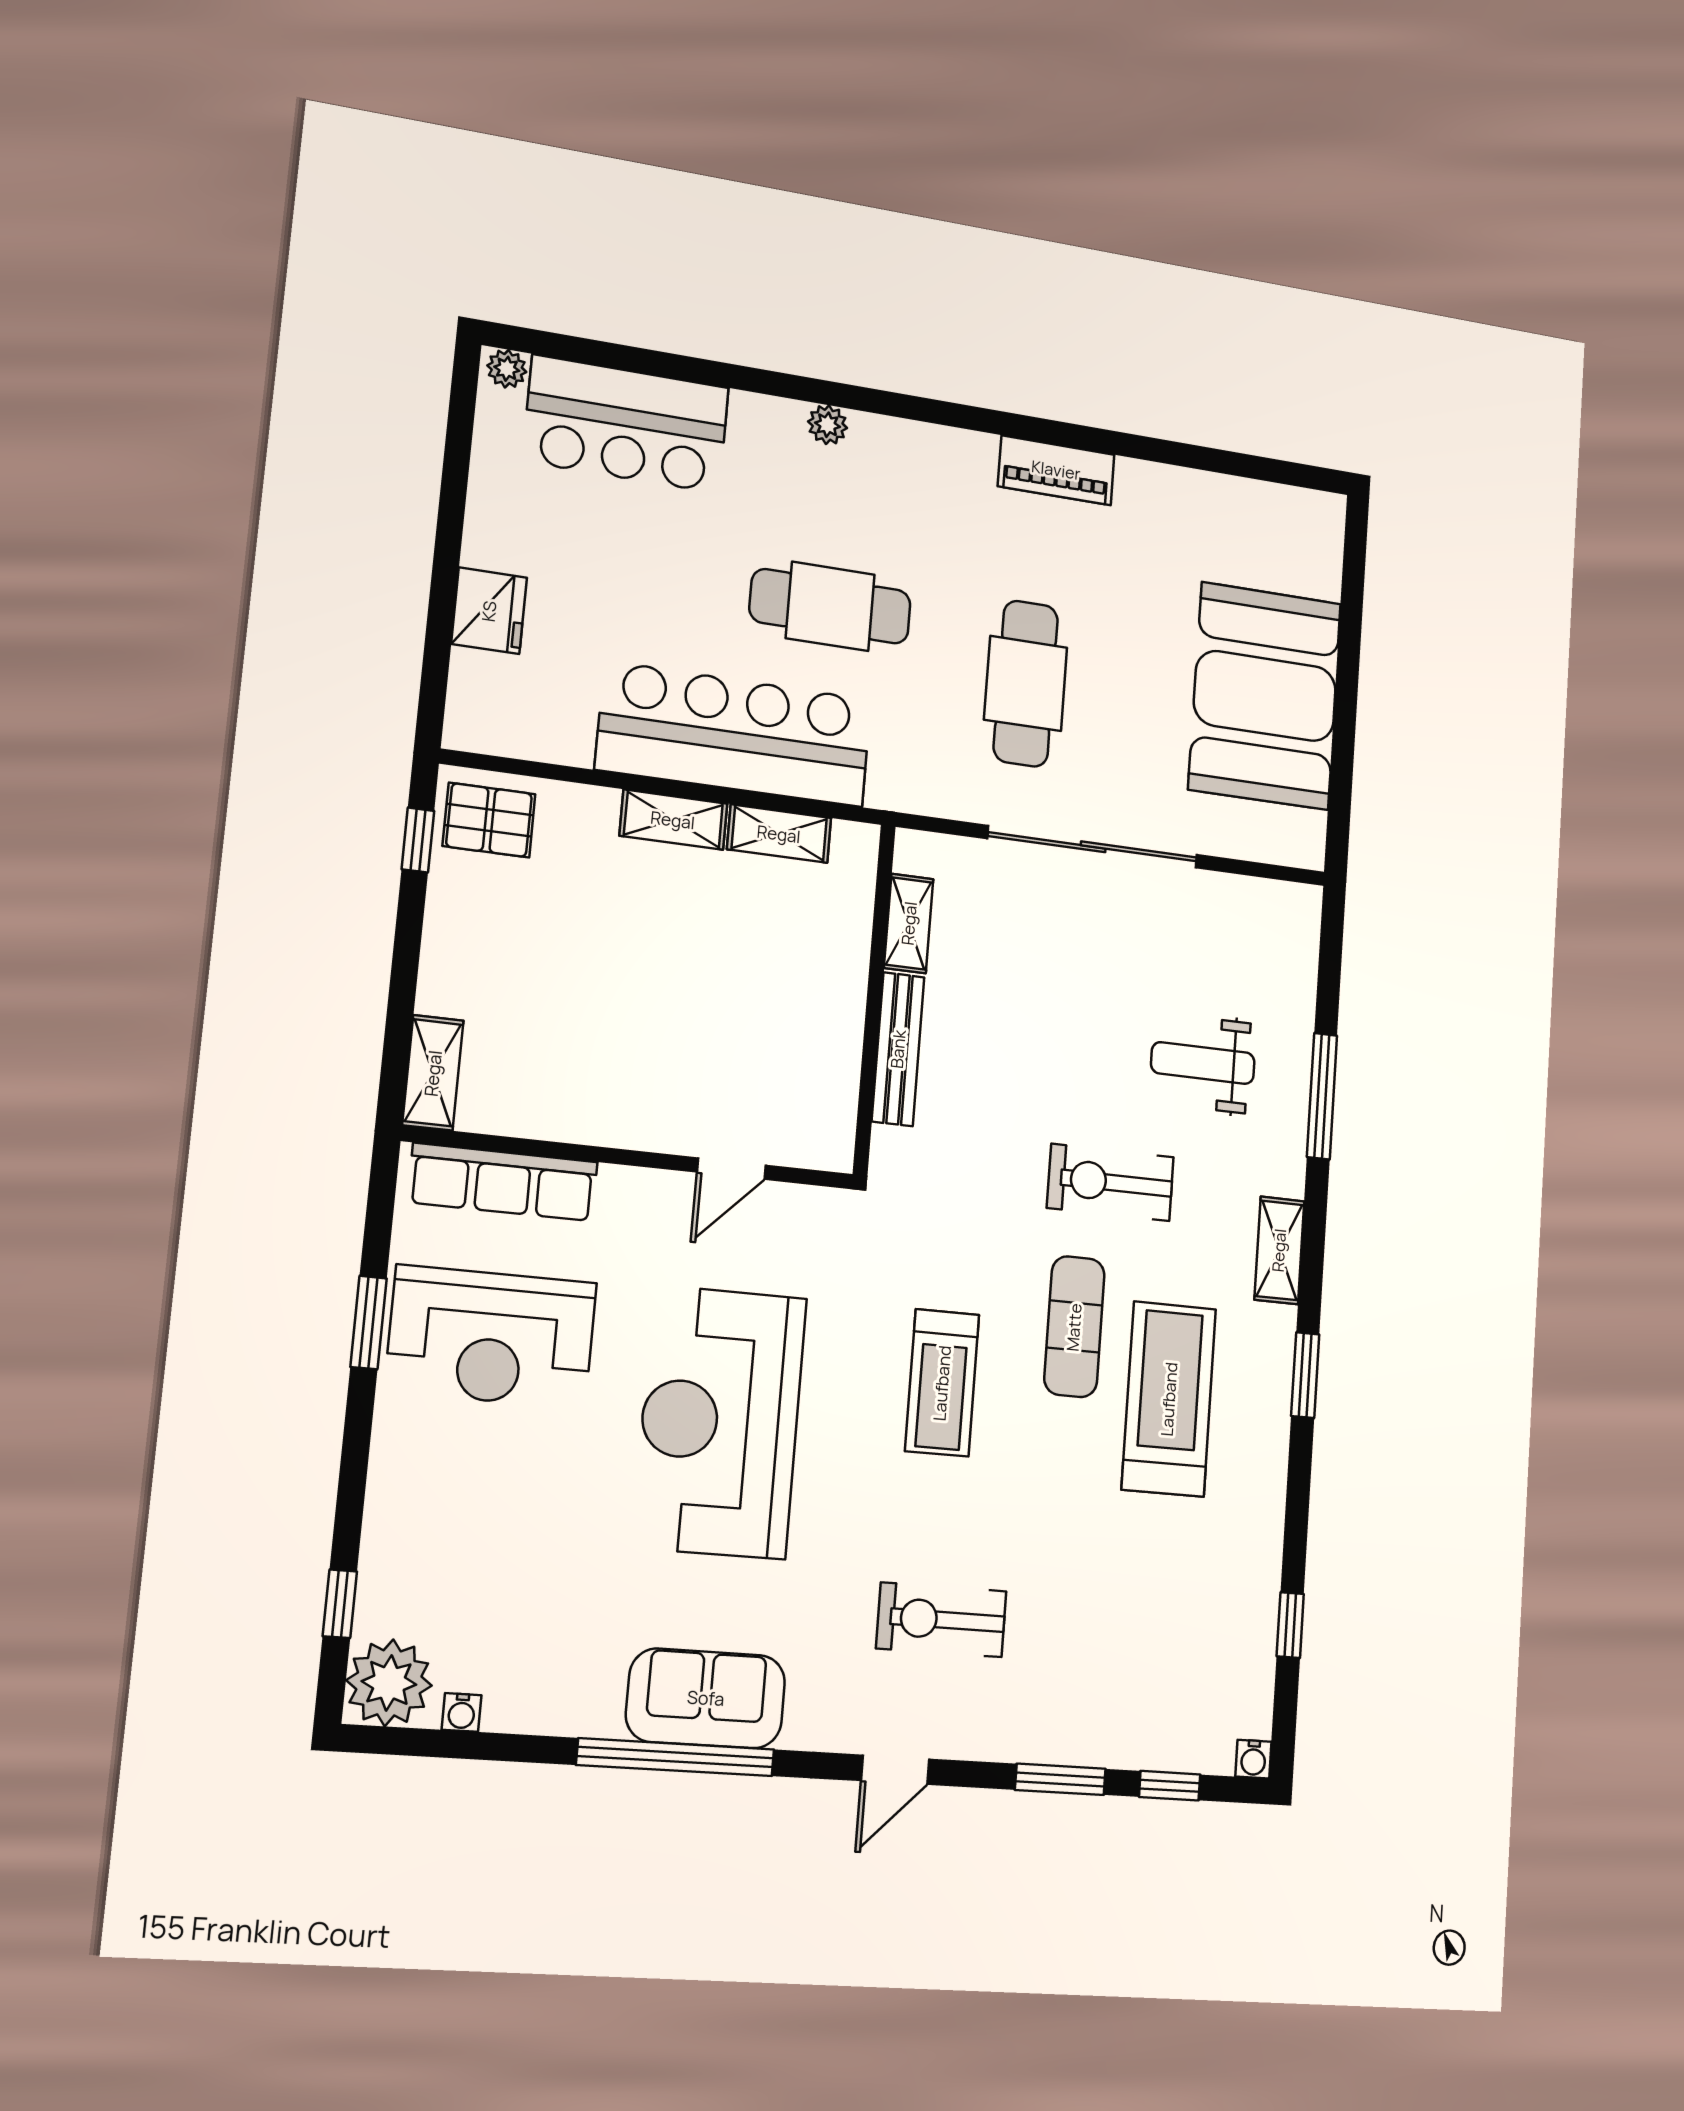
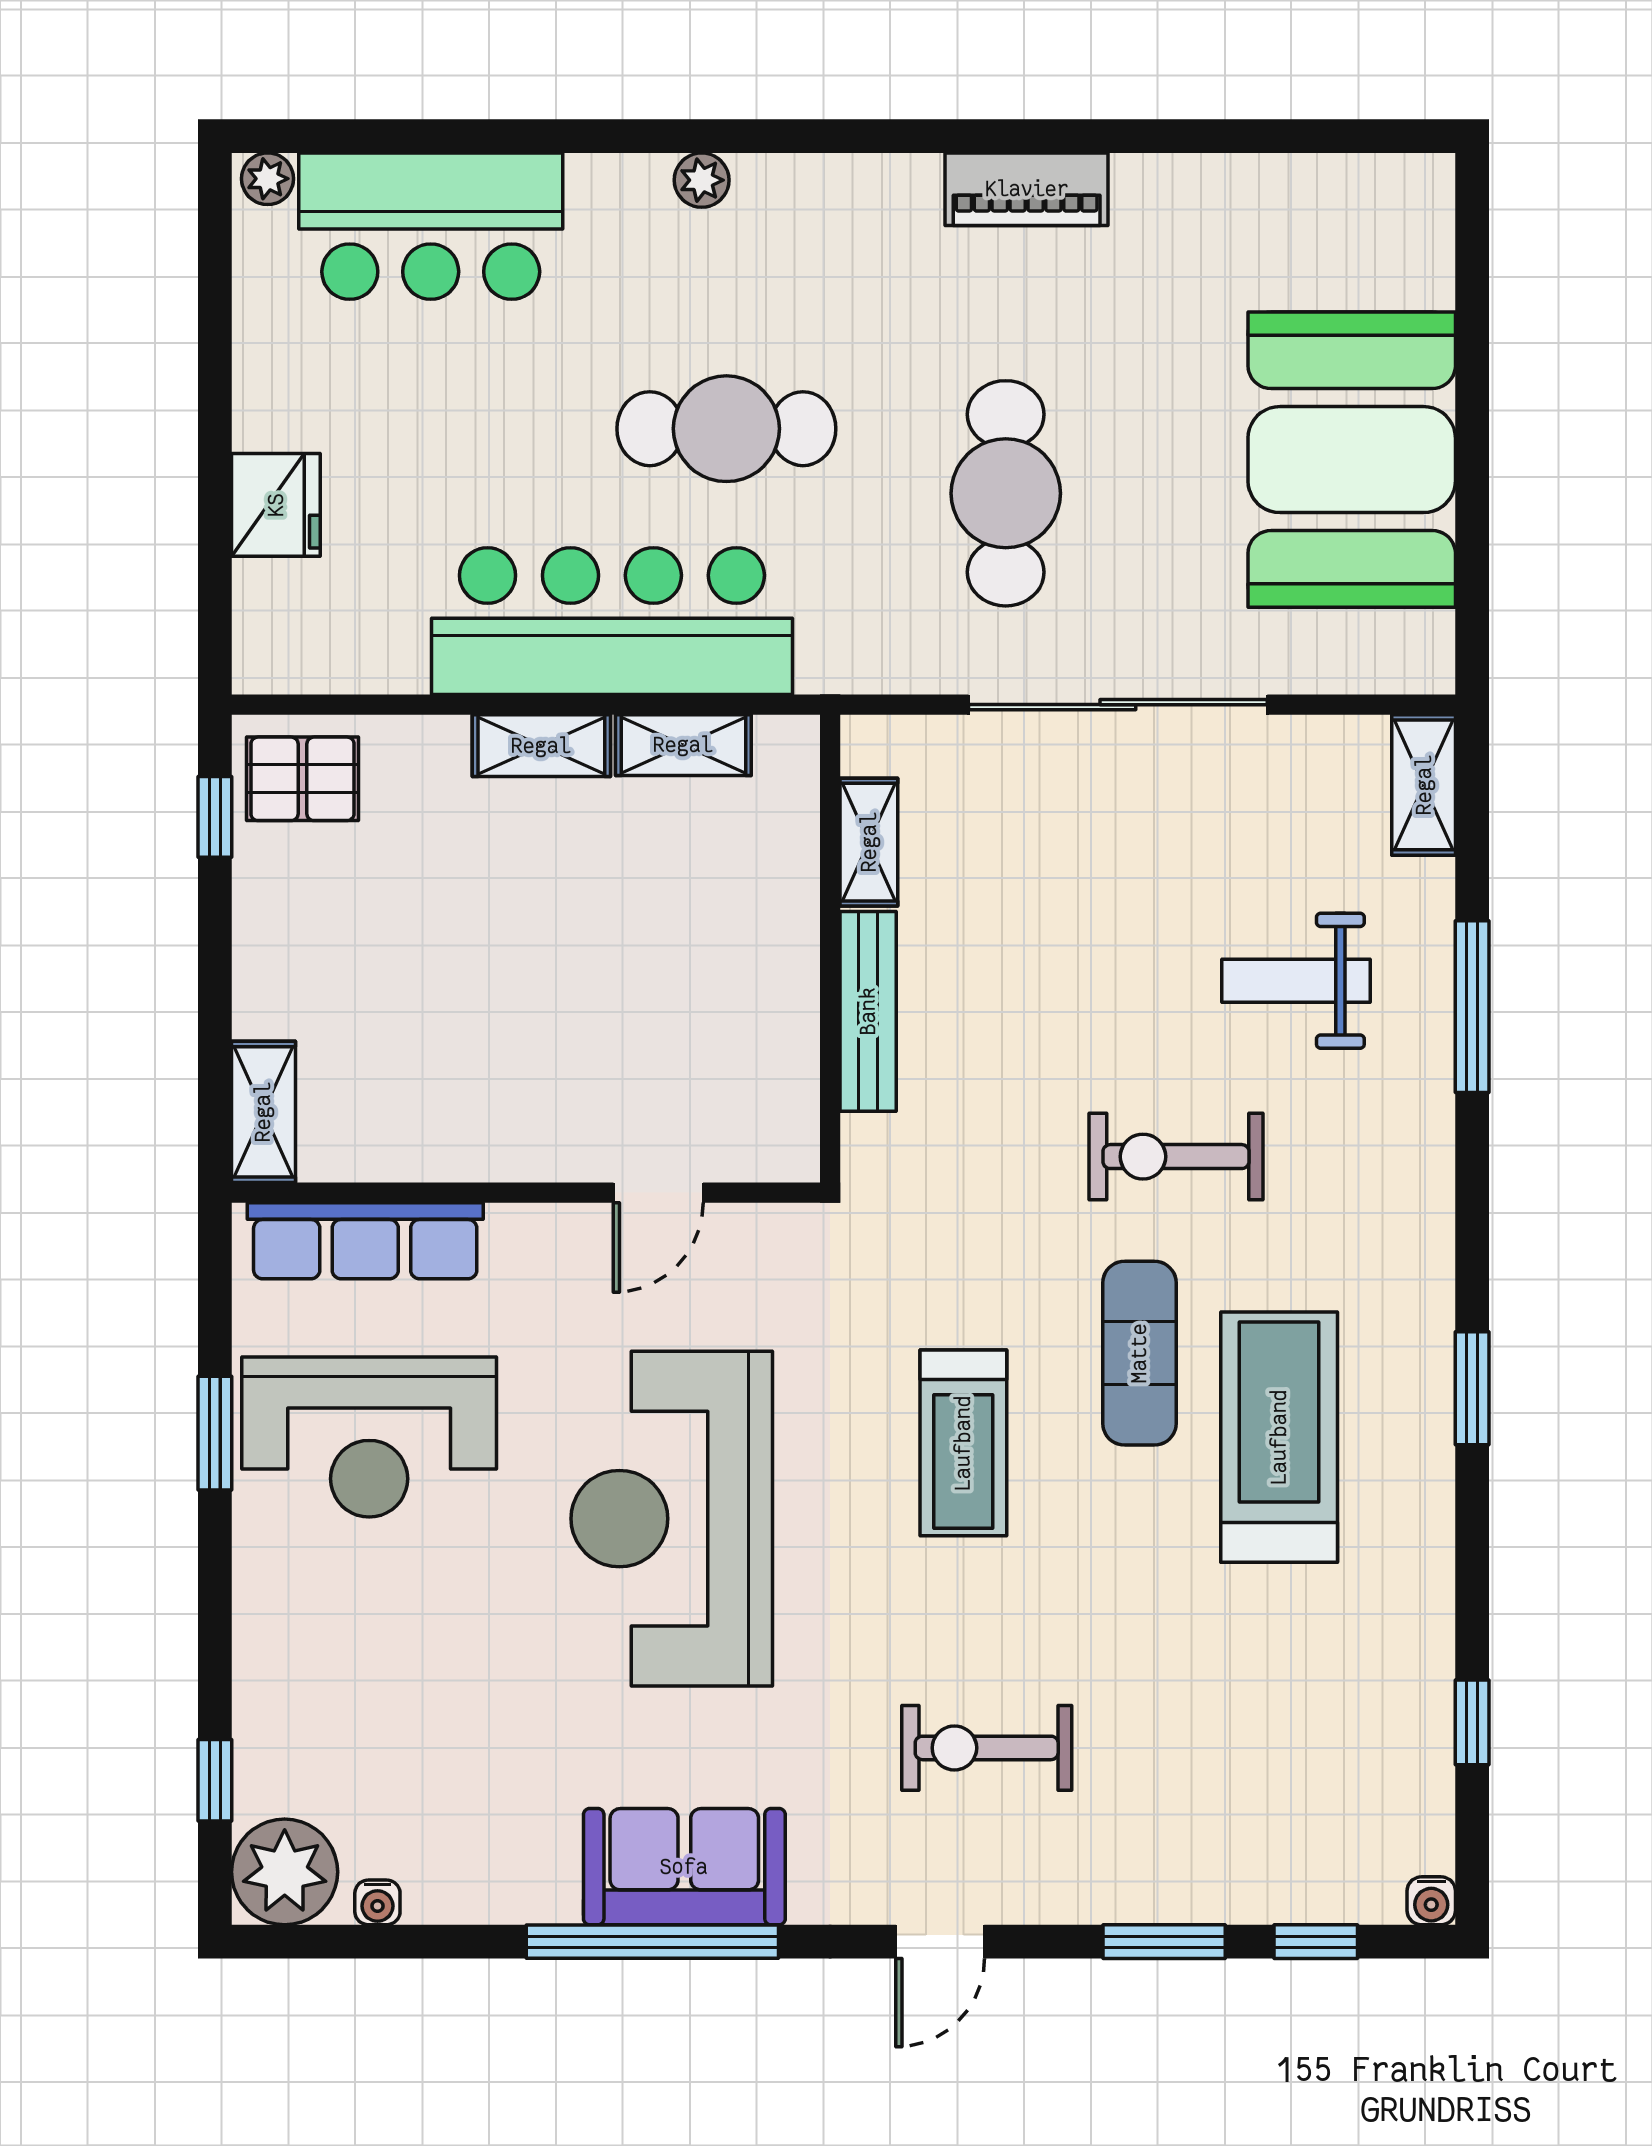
shelving: (1279, 1250) -> (1424, 785), moved

